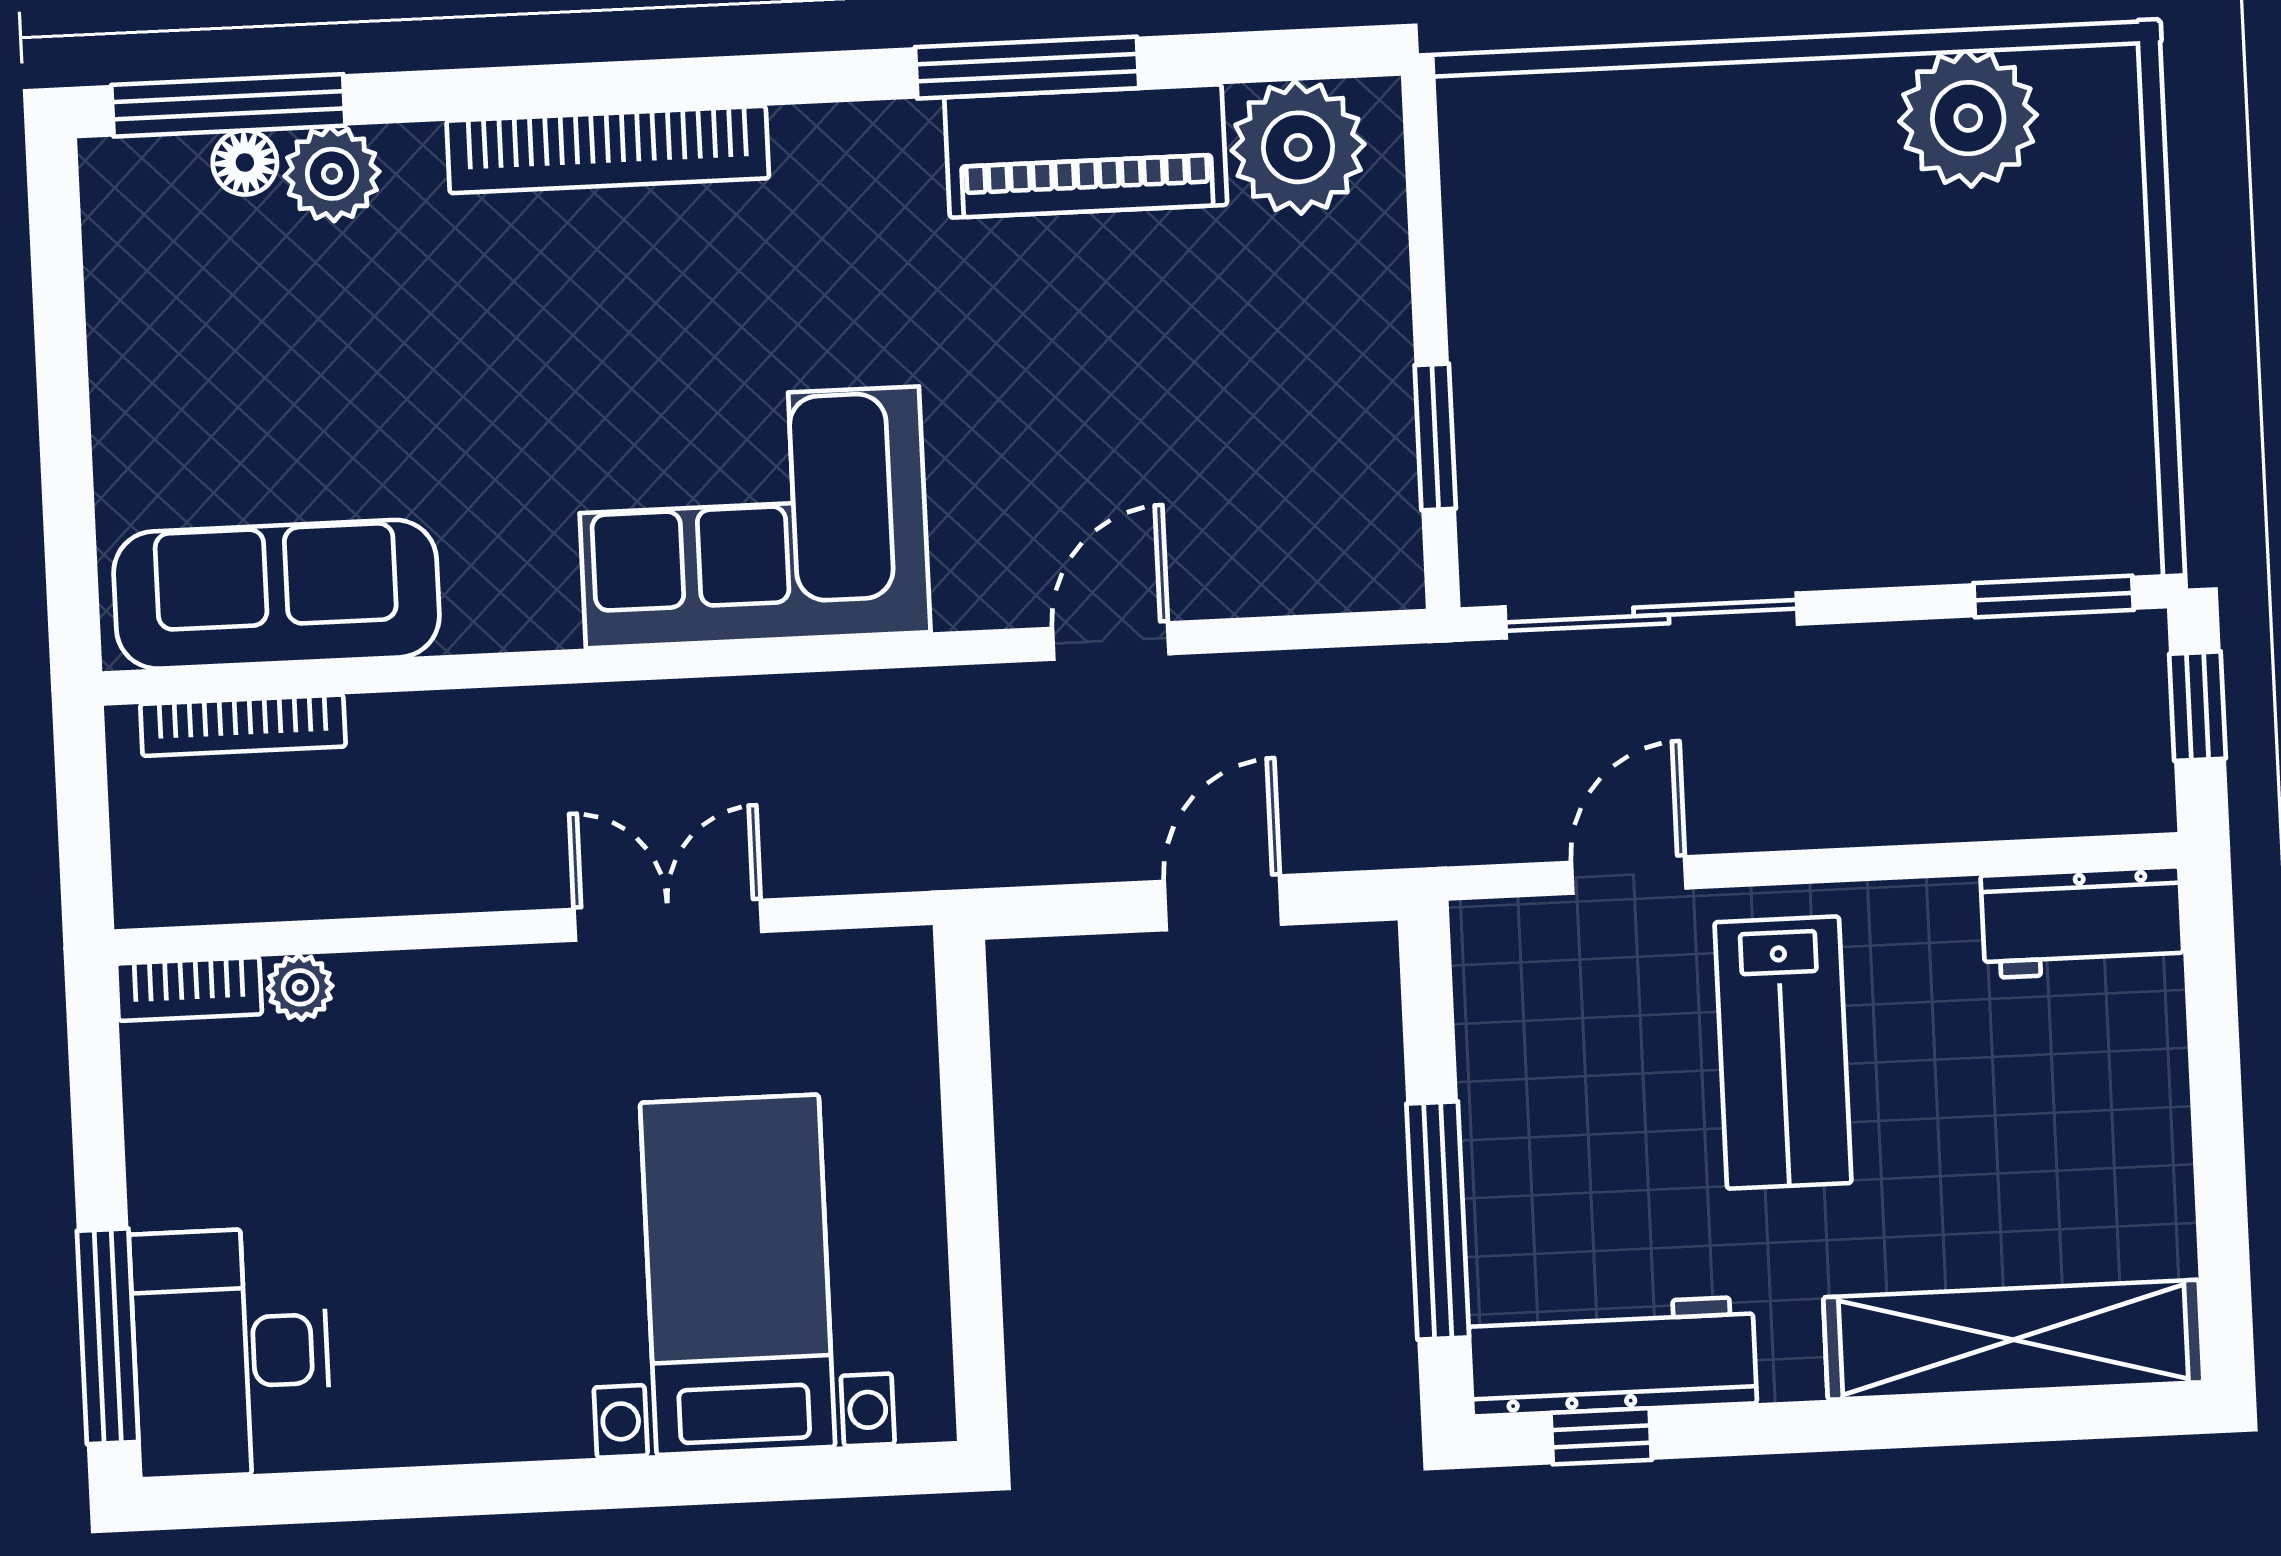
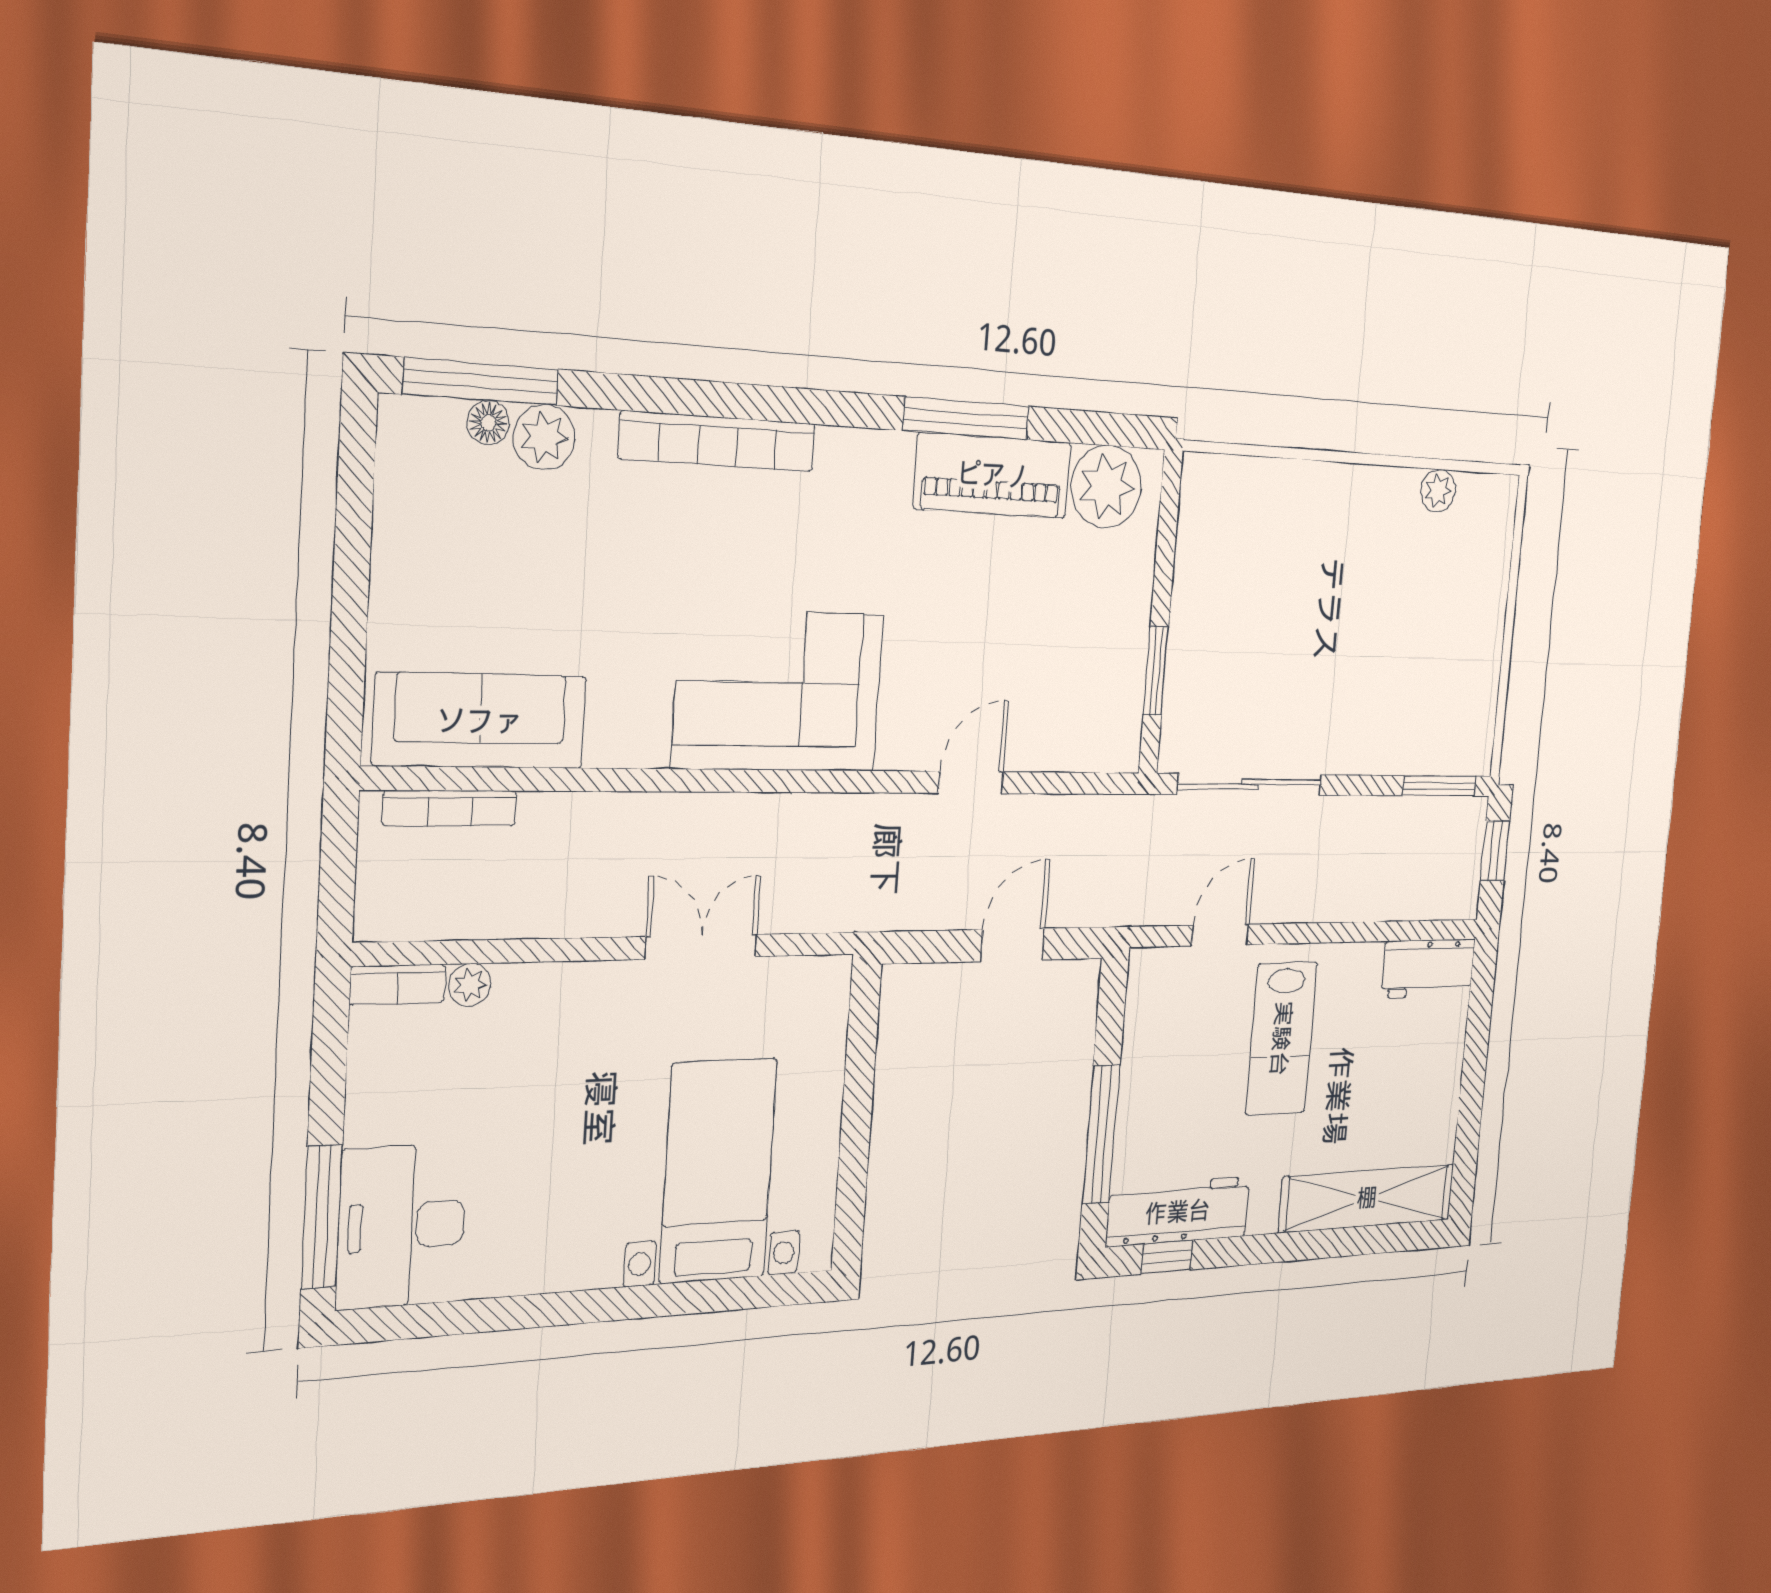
plant: (1968, 118) -> (1438, 491), width x0.53, depth x0.53

